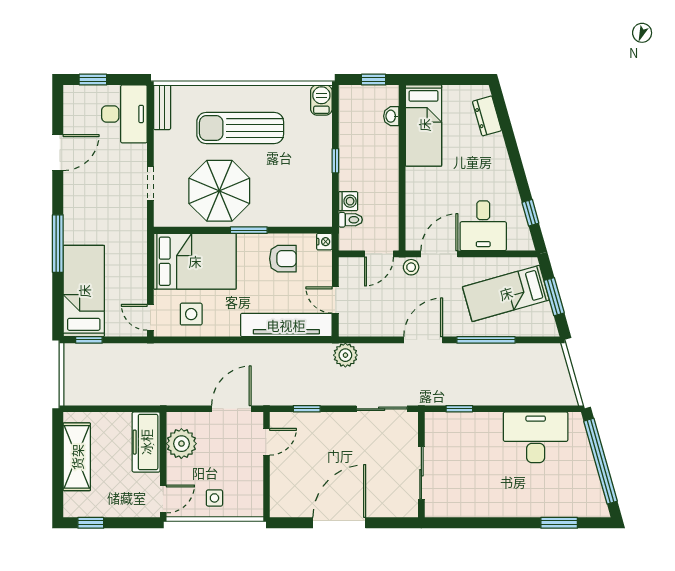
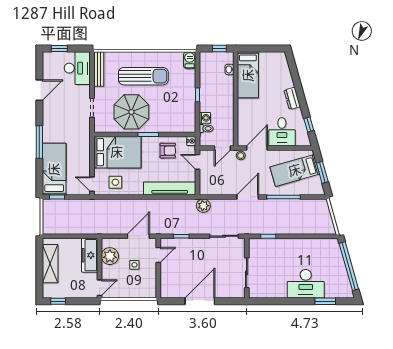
bench: (162, 107) -> (99, 69), width x1.36
dresser: (487, 116) -> (292, 98), moved
sun lounger: (240, 128) -> (143, 76), turned 180
door: (335, 300) -> (198, 162), moved
desk: (536, 437) -> (306, 284), moved, turned 180
side table: (214, 498) -> (134, 265), moved

